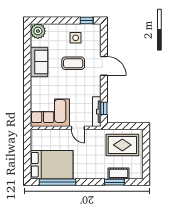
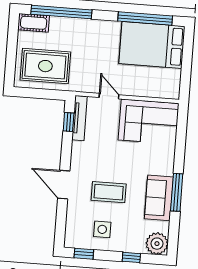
window: (55, 20) -> (131, 257), added
window: (27, 67) -> (177, 192), added
cot: (118, 173) -> (34, 23), moved
window: (114, 182) -> (61, 12), width x2.11

